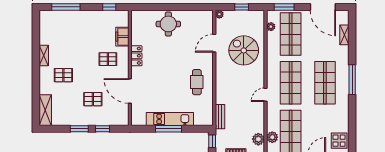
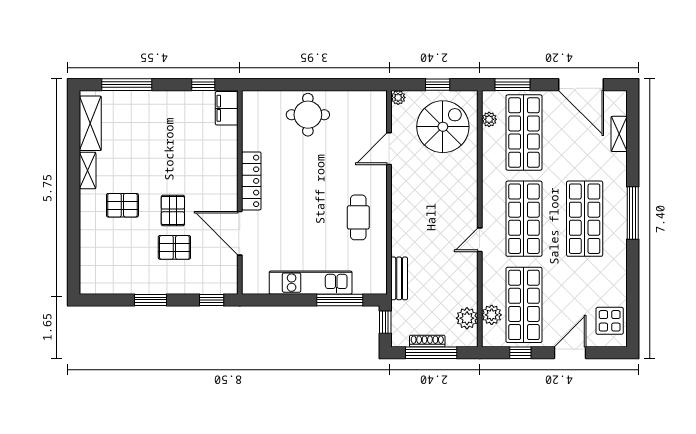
filing cabinet: (122, 37) -> (227, 108), moved
spiral stairs: (244, 50) -> (443, 127), moved, turned 90
locker: (136, 56) -> (251, 181), width x1.53
pallet: (108, 59) -> (173, 210), moved, turned 90
shelving: (45, 110) -> (90, 123), moved
window: (103, 129) -> (212, 300), moved
window: (169, 129) -> (340, 300), moved

